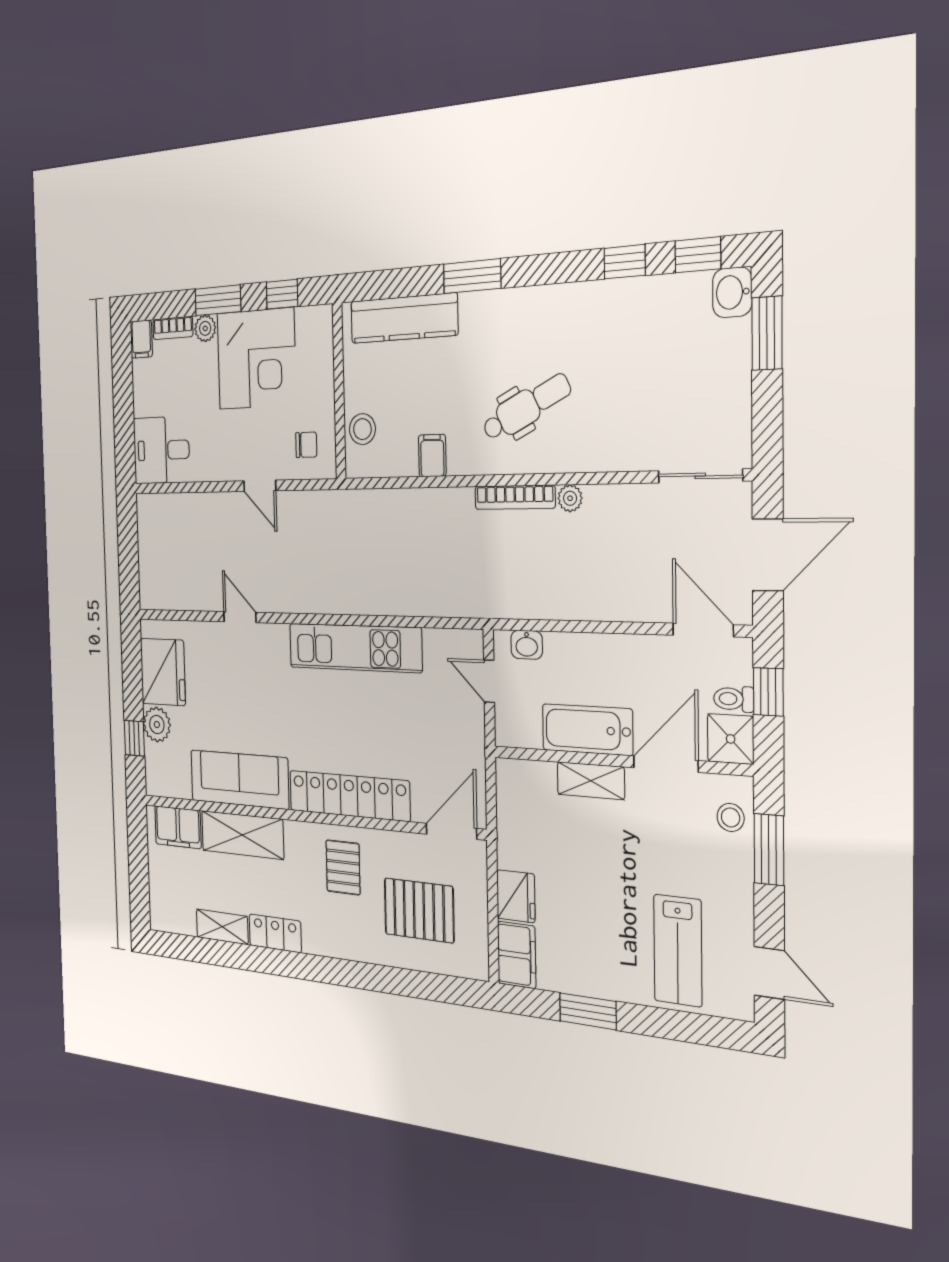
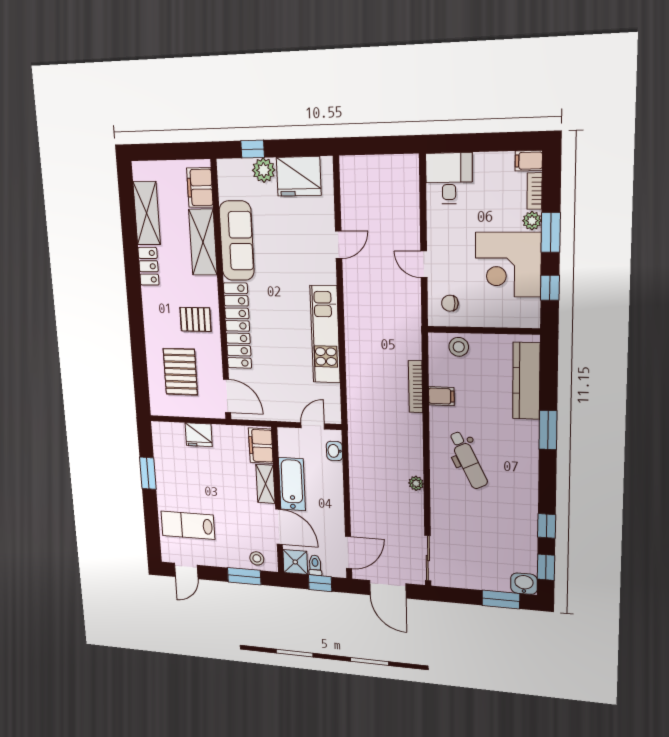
chair: (306, 445) -> (450, 303), turned 90
door: (260, 486) -> (424, 264), hinge flipped
bookcase: (515, 497) -> (416, 387), moved
shelving: (222, 927) -> (147, 213), width x1.50, depth x1.33
filing cabinet: (517, 955) -> (261, 446), moved, turned 90

